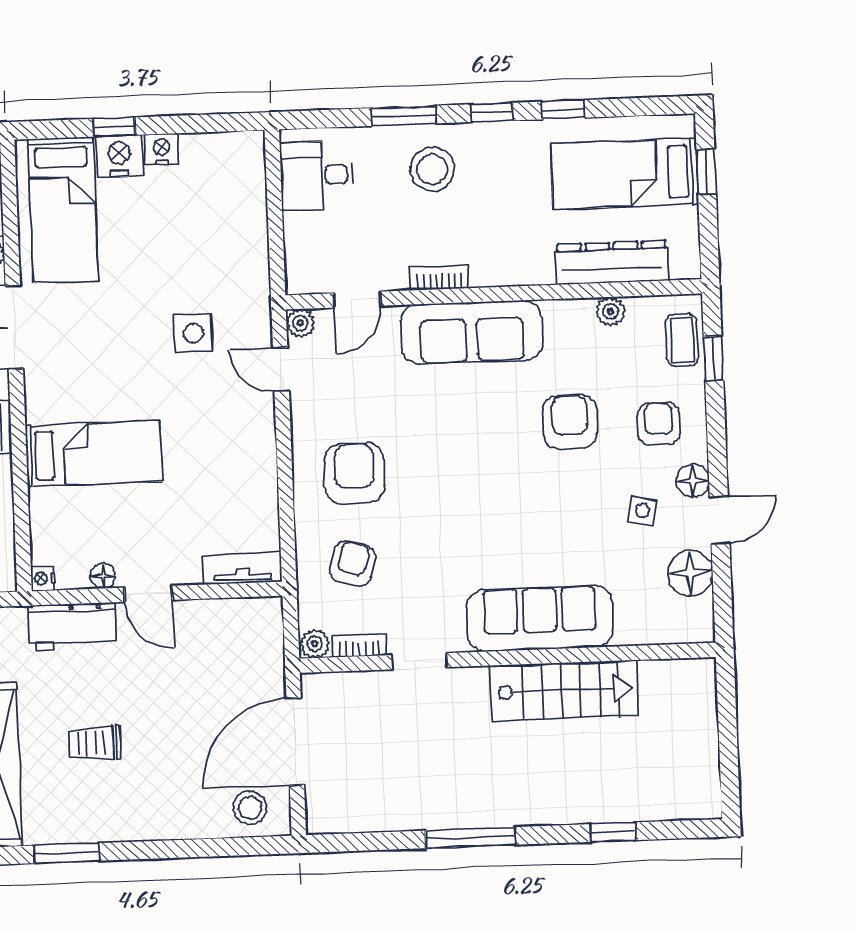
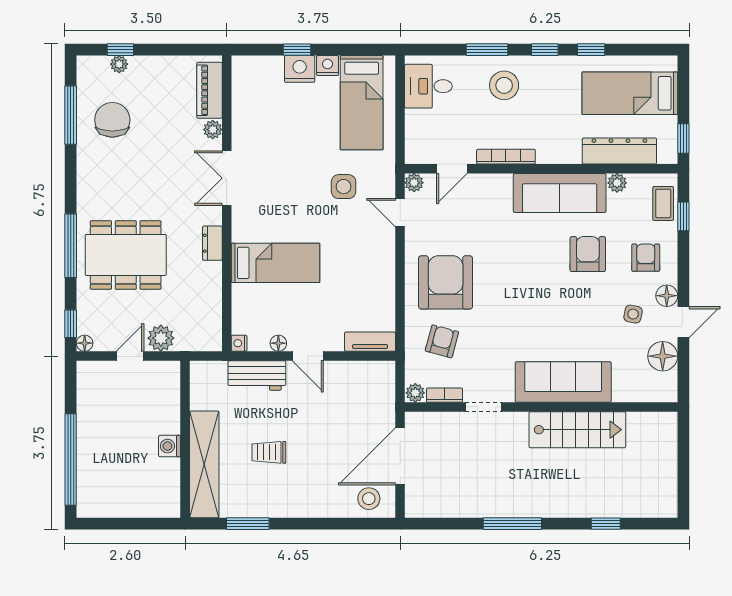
window: (706, 172) -> (683, 139), moved
bed: (63, 210) -> (362, 103), moved
bookcase: (439, 278) -> (506, 157), width x1.56
sofa: (472, 332) -> (560, 193), moved
armchair: (354, 473) -> (446, 282), width x1.36, depth x1.36

